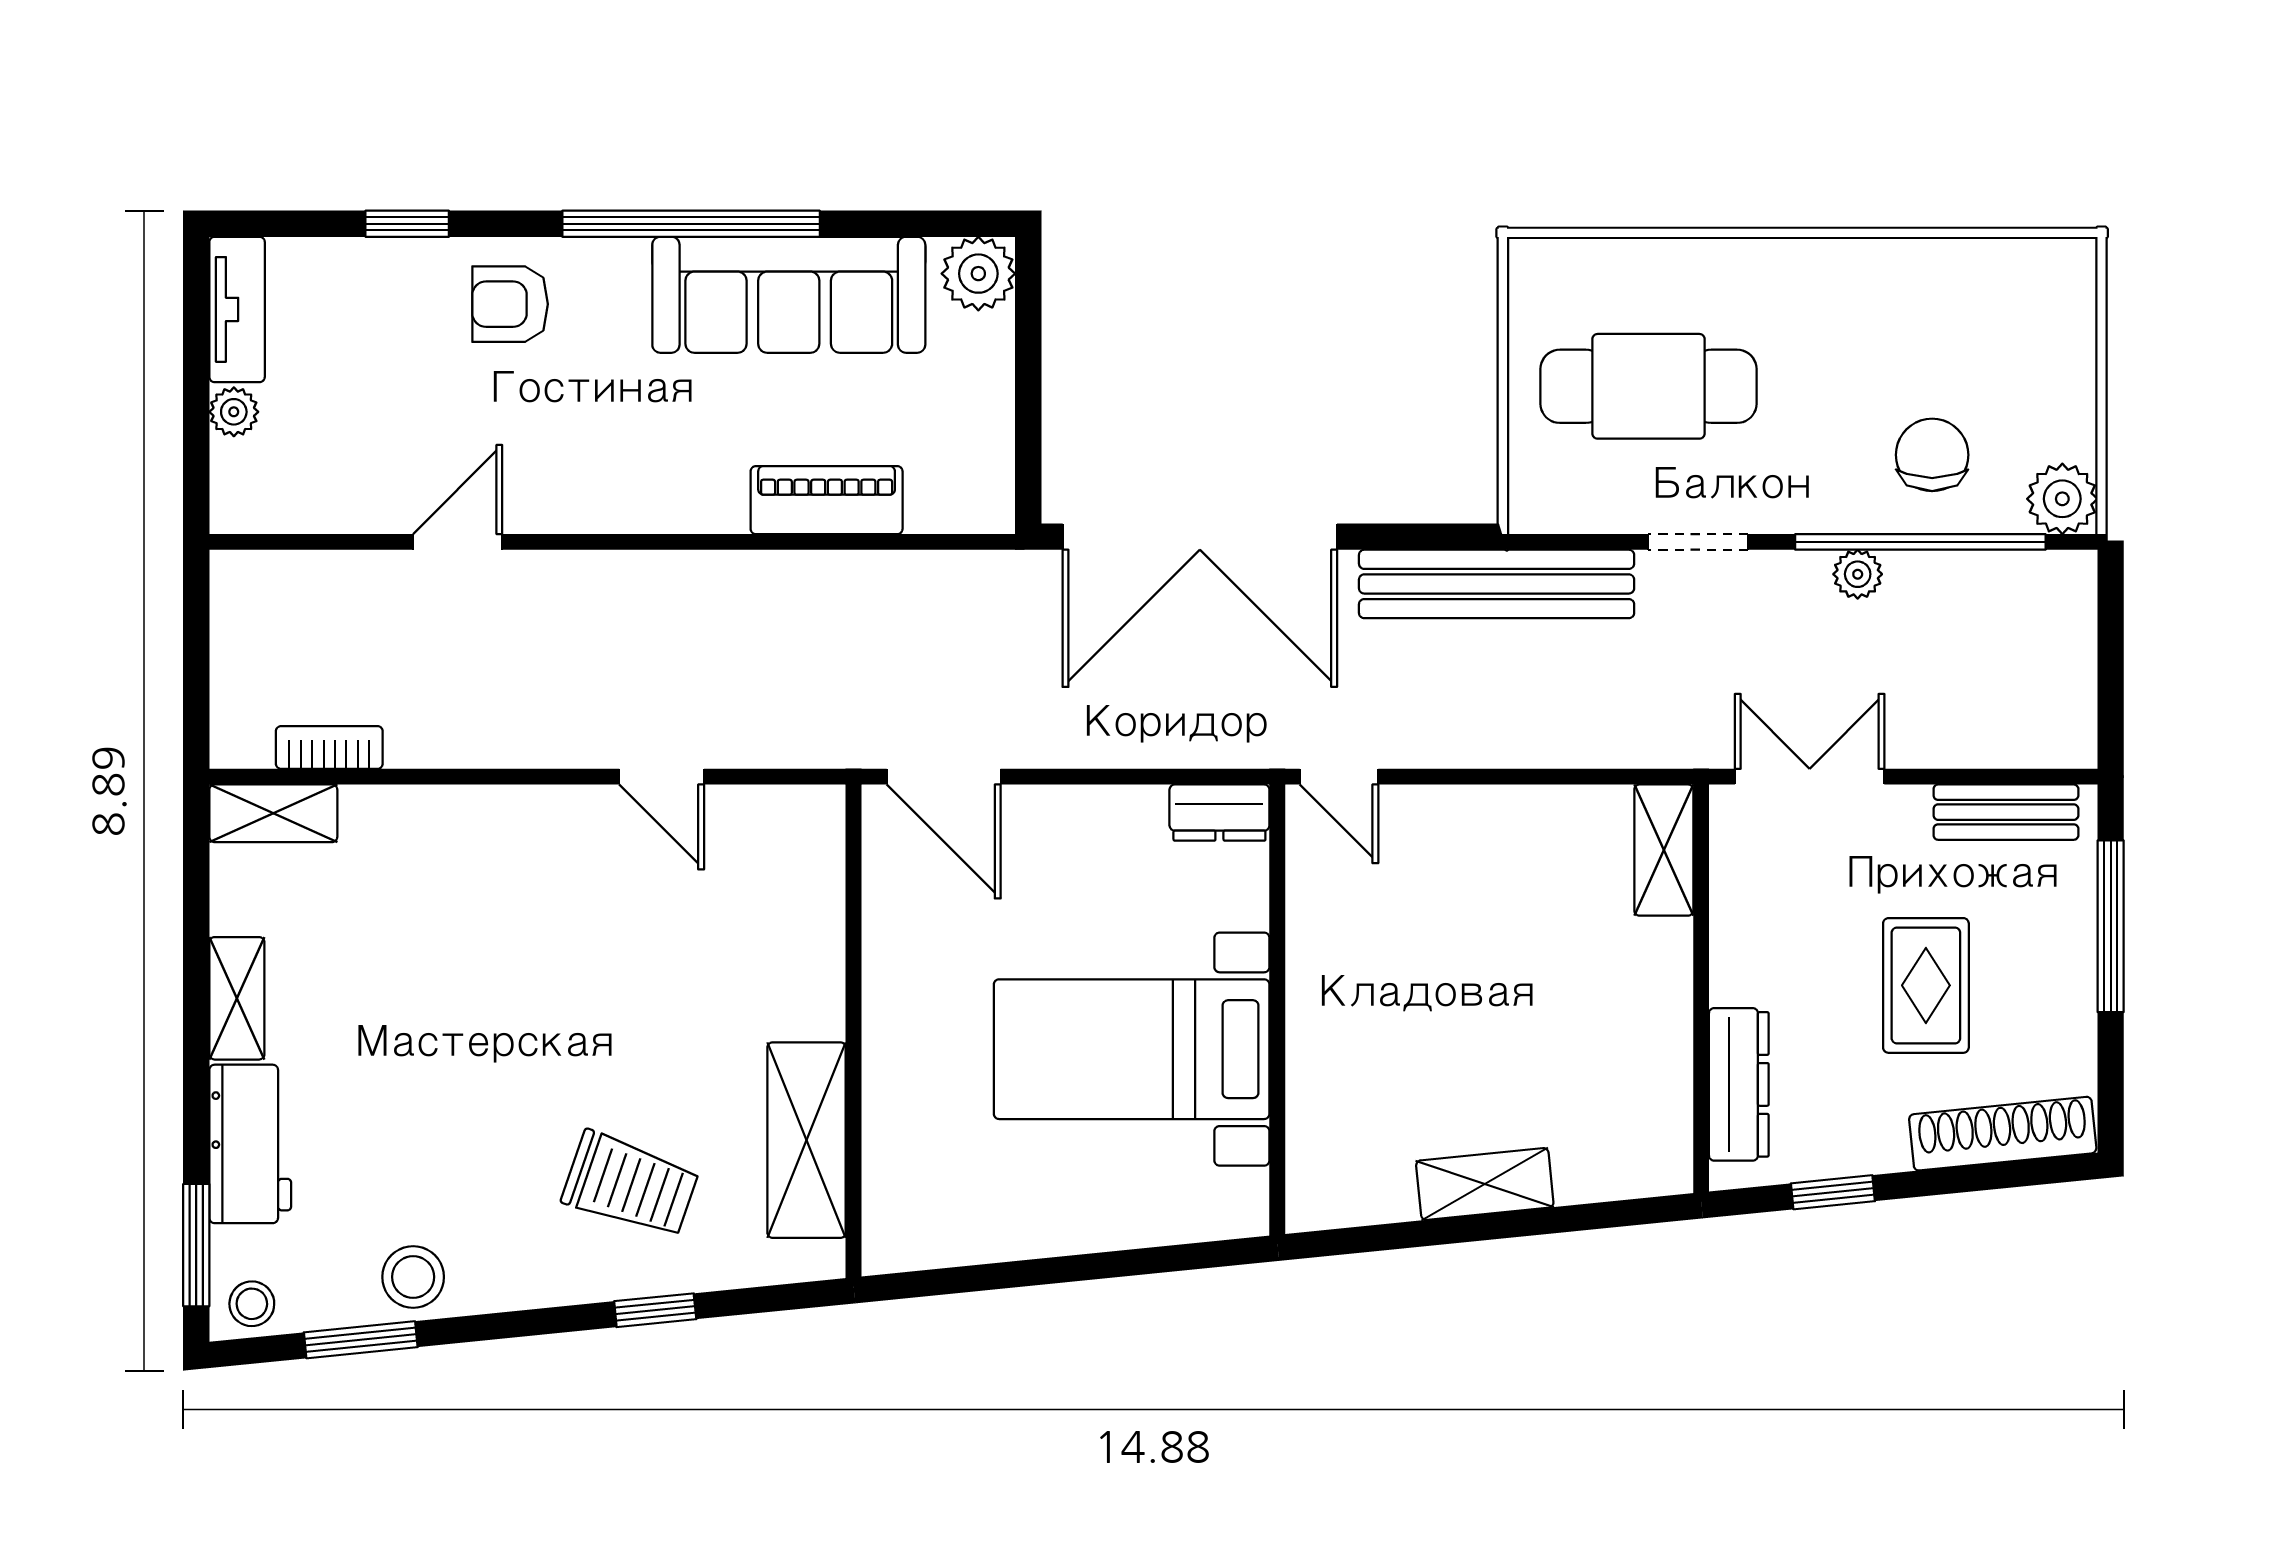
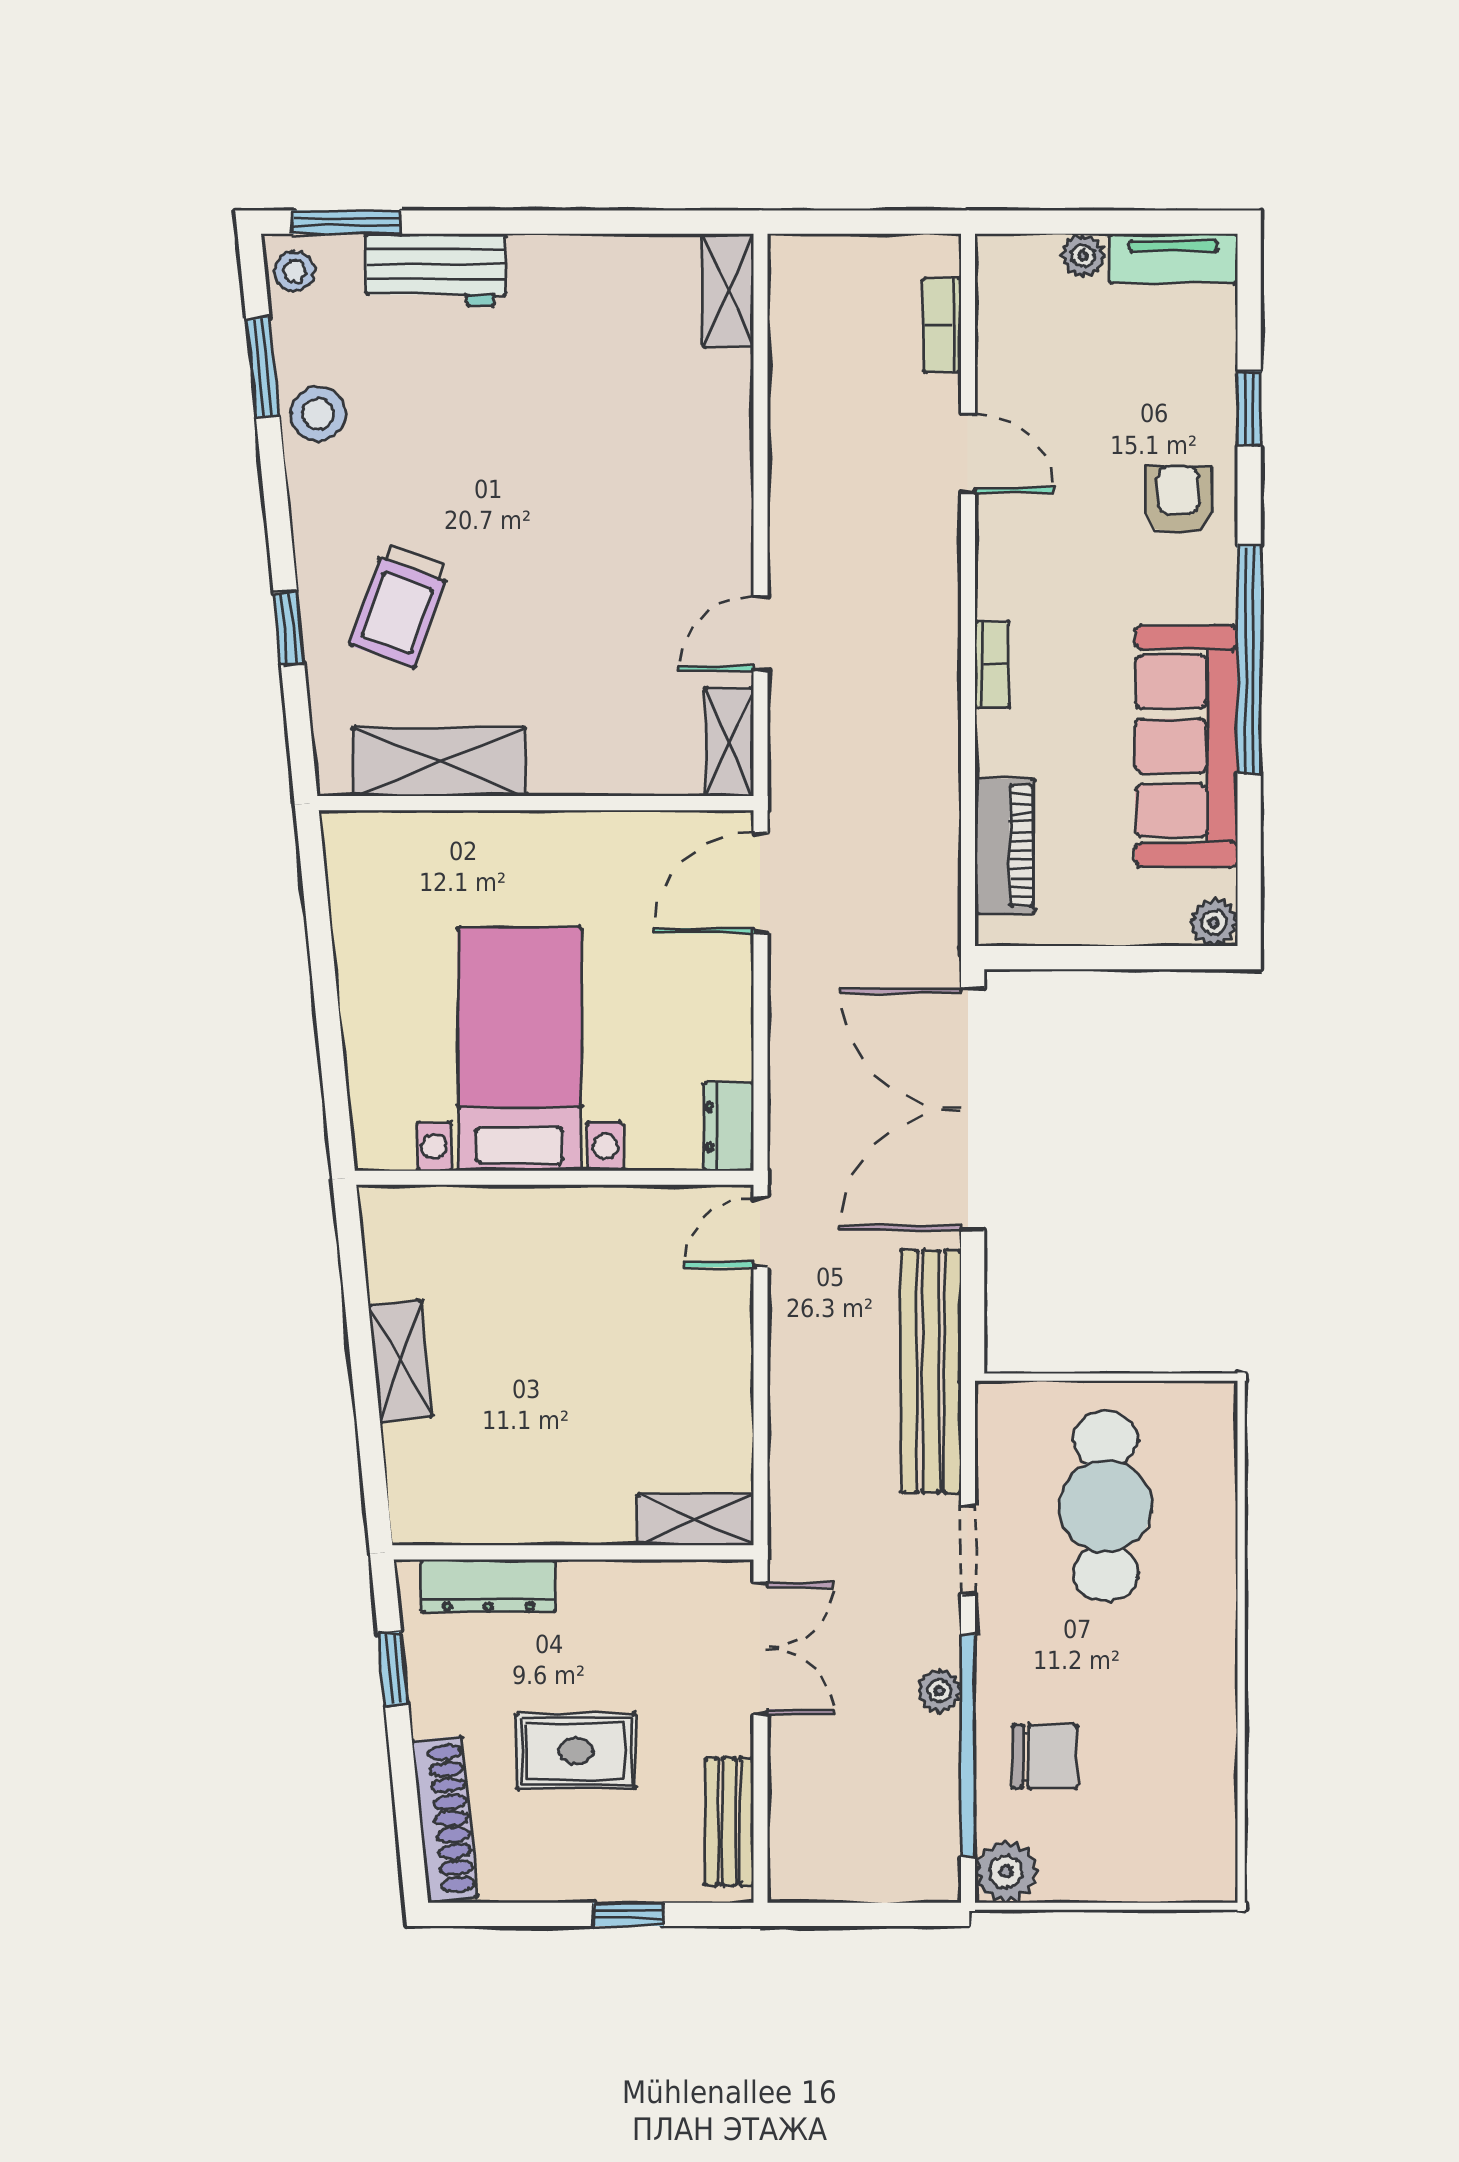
plant: (978, 274) -> (1214, 922), width x0.73, depth x0.73
piano: (827, 500) -> (1005, 846), moved
bookcase: (697, 515) -> (992, 664), added
bookcase: (329, 747) -> (942, 325), moved, turned 180
window: (2111, 926) -> (628, 1914), width x0.46
shelving: (237, 998) -> (729, 742), moved, turned 90

